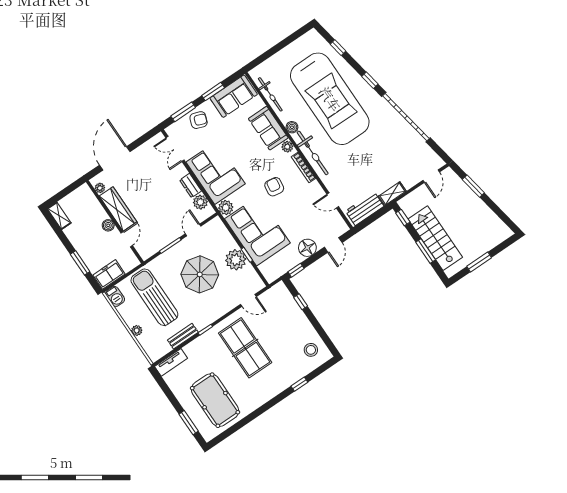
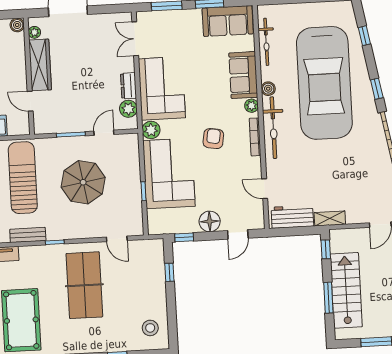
armchair: (199, 120) -> (177, 24), removed
boiler: (108, 225) -> (17, 25), moved
door: (127, 239) -> (30, 101), swing flipped
plant: (236, 260) -> (129, 189), removed

